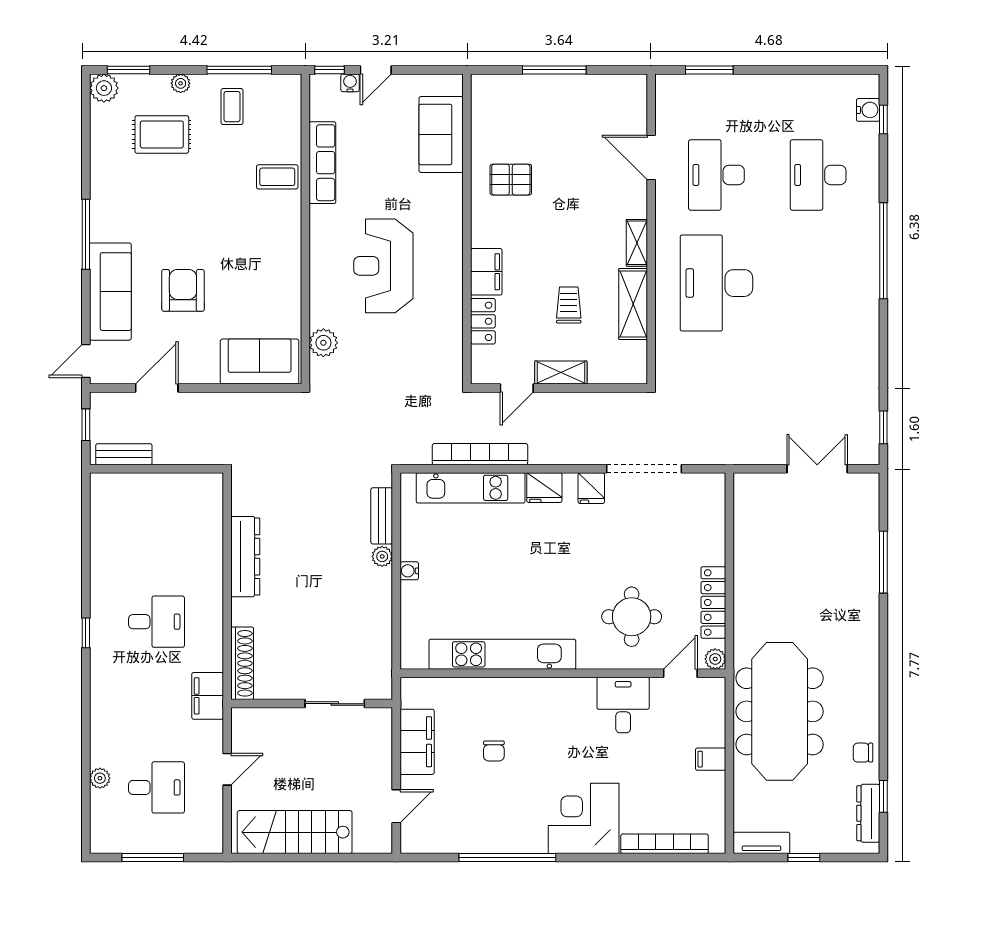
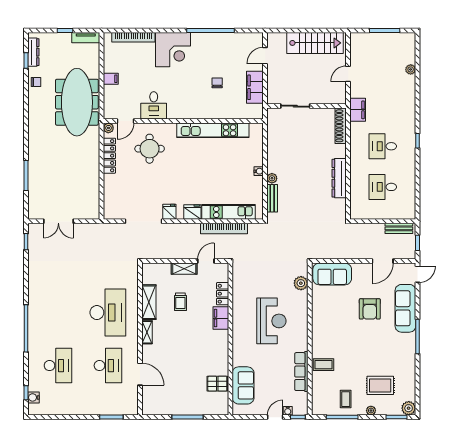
pallet: (511, 180) -> (217, 384), moved
desk: (156, 787) -> (383, 187), moved

